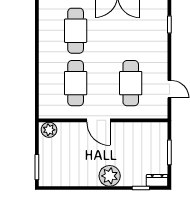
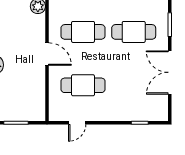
door: (98, 120) -> (47, 54), swing flipped

